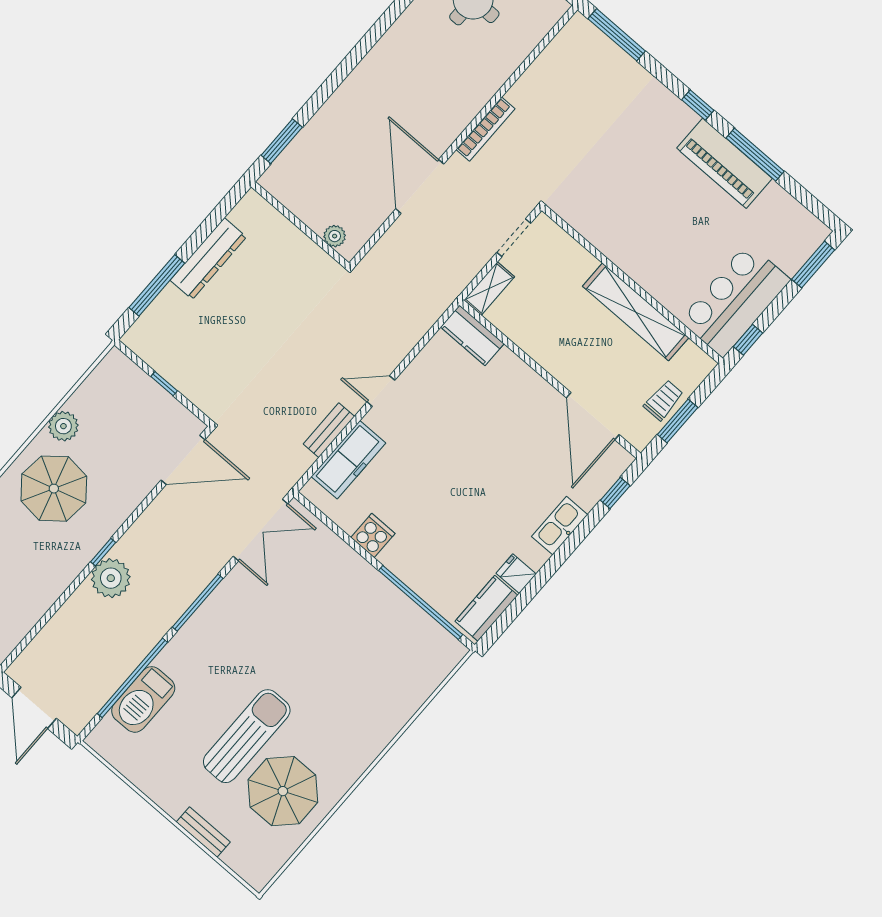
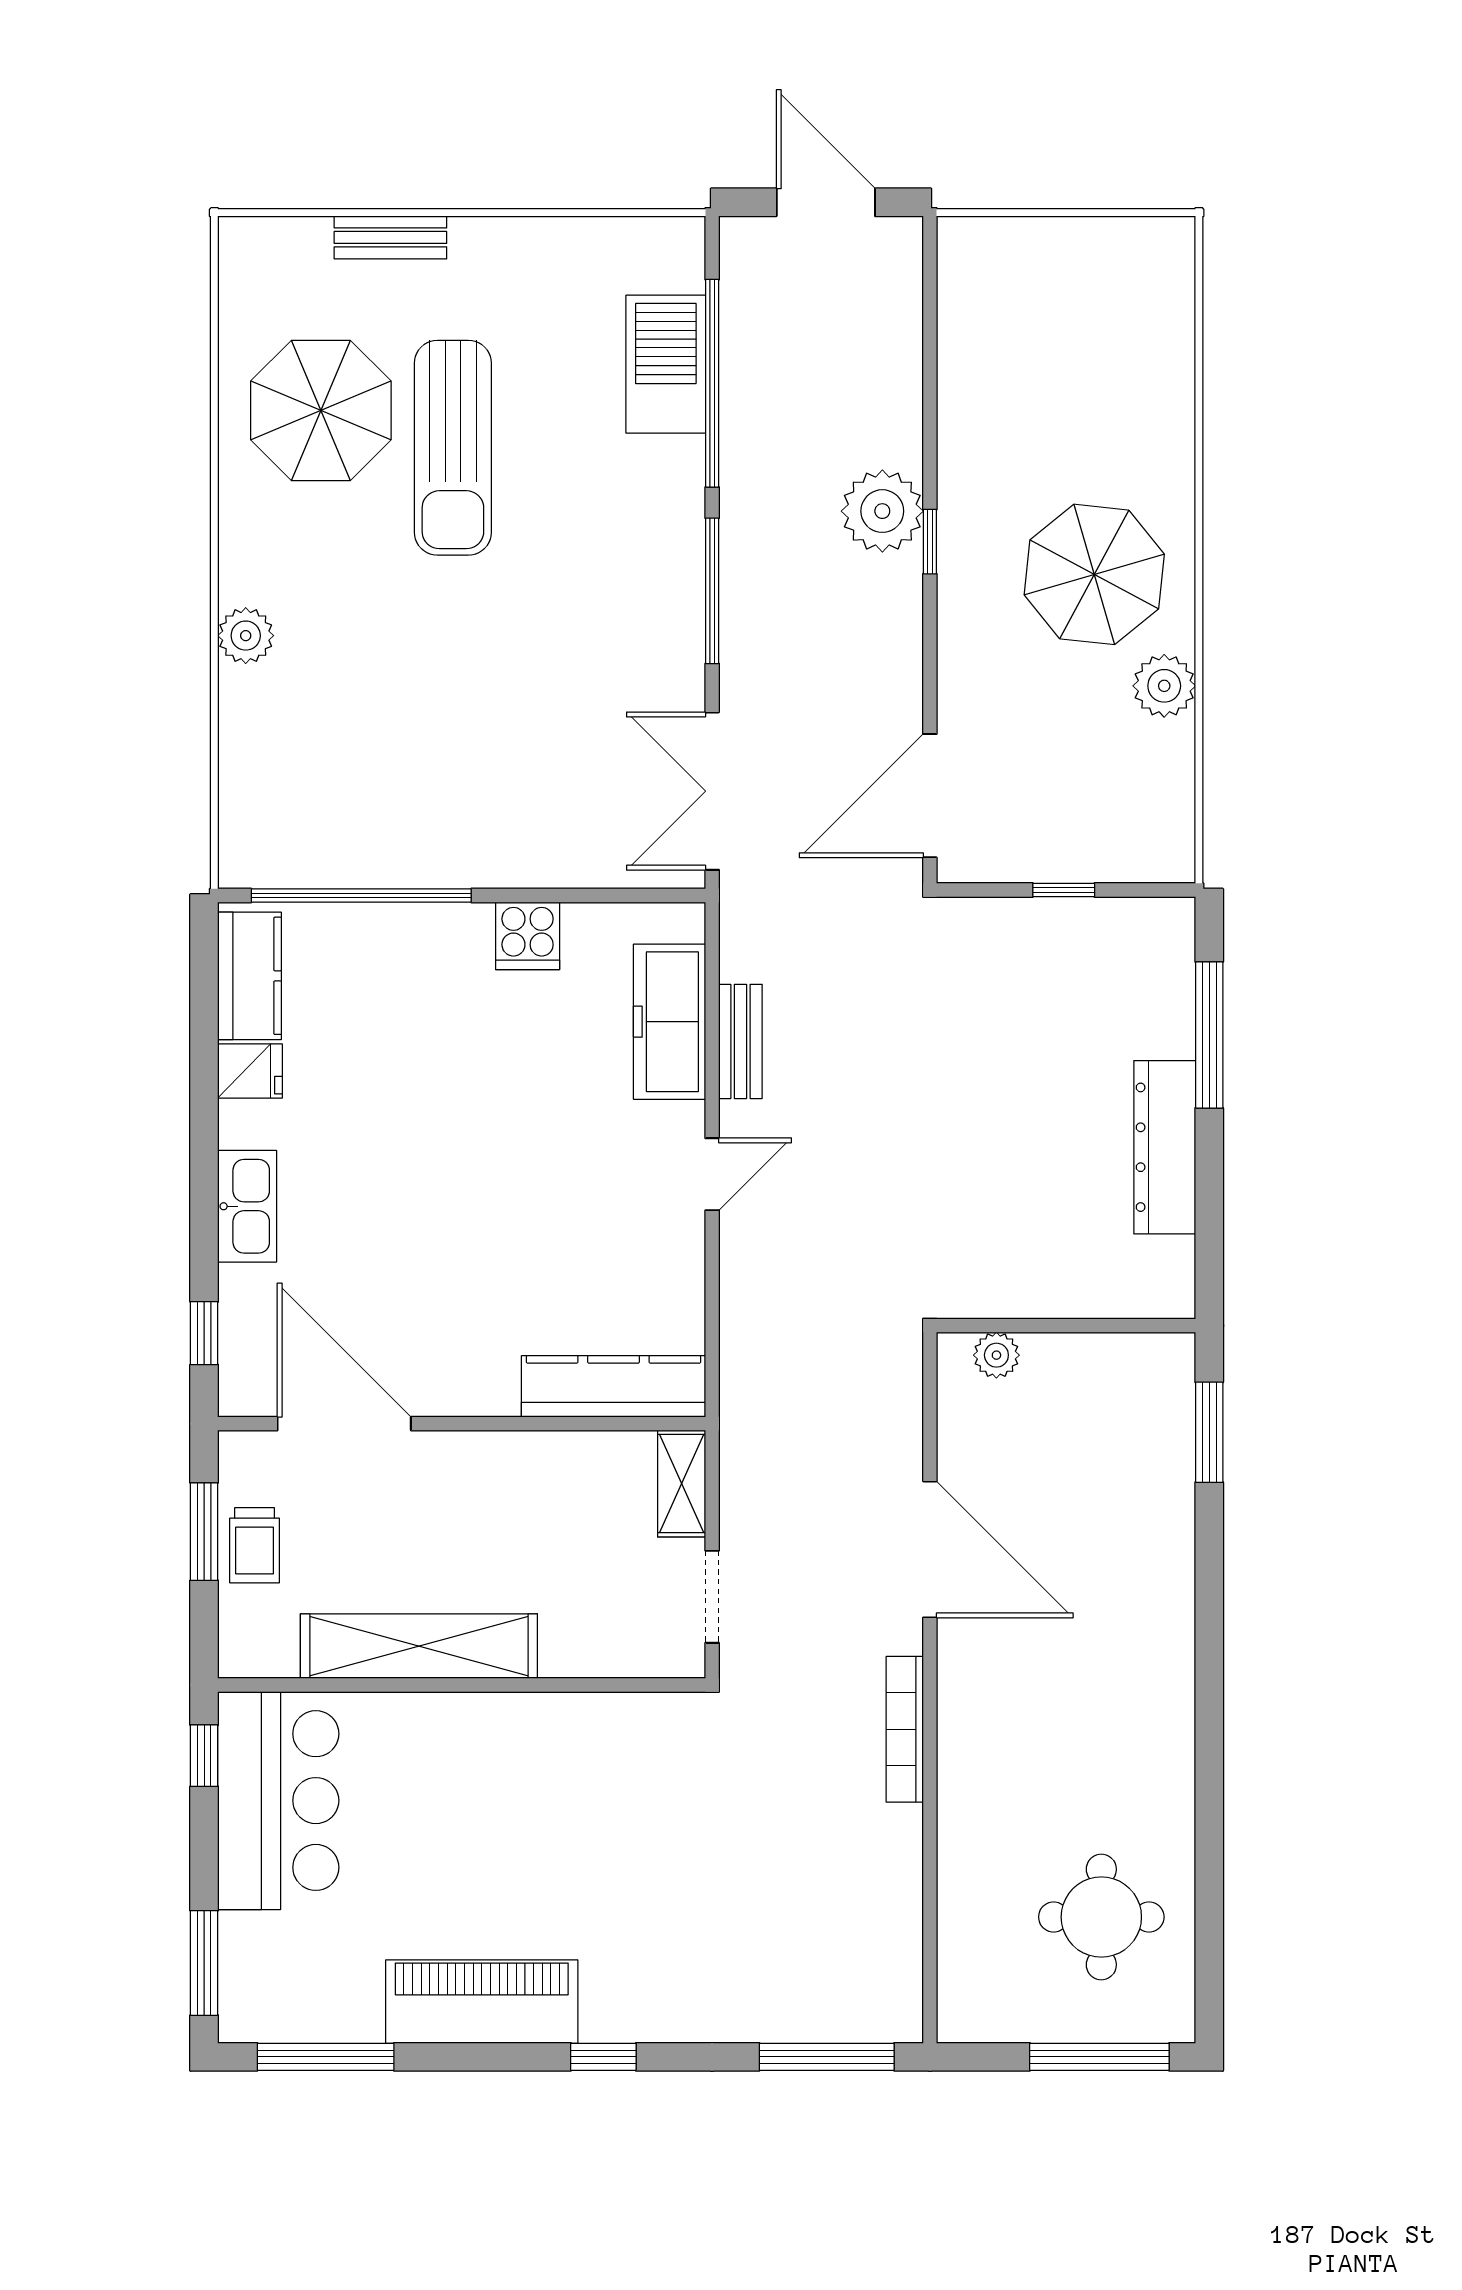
window: (755, 155) -> (326, 2057), moved
kitchen counter: (472, 335) -> (613, 1386), width x1.50
plant: (381, 733) -> (246, 636), added

